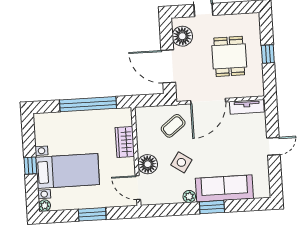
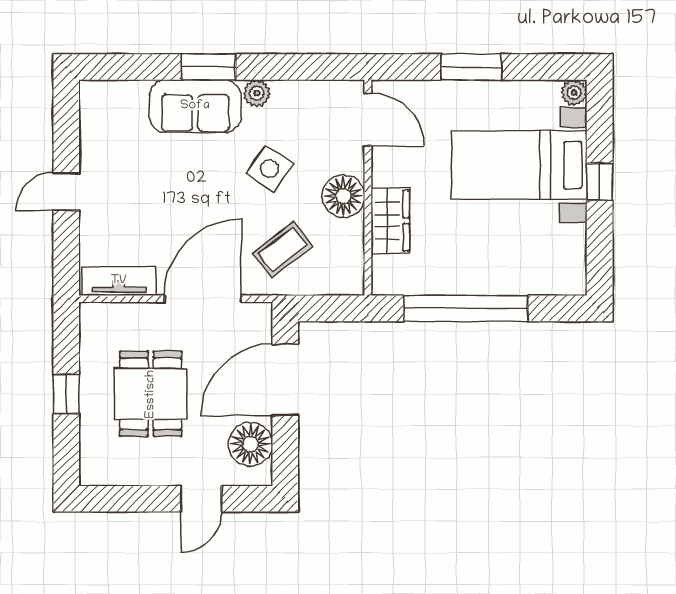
door: (168, 66) -> (285, 380), swing flipped
floor lamp: (148, 164) -> (343, 196), moved
sofa: (224, 188) -> (195, 106), width x0.73

